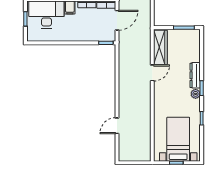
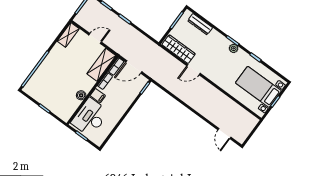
door: (117, 20) -> (134, 67), swing flipped
door: (152, 73) -> (194, 70), swing flipped
dresser: (195, 75) -> (200, 24), moved
door: (117, 126) -> (224, 133), moved

